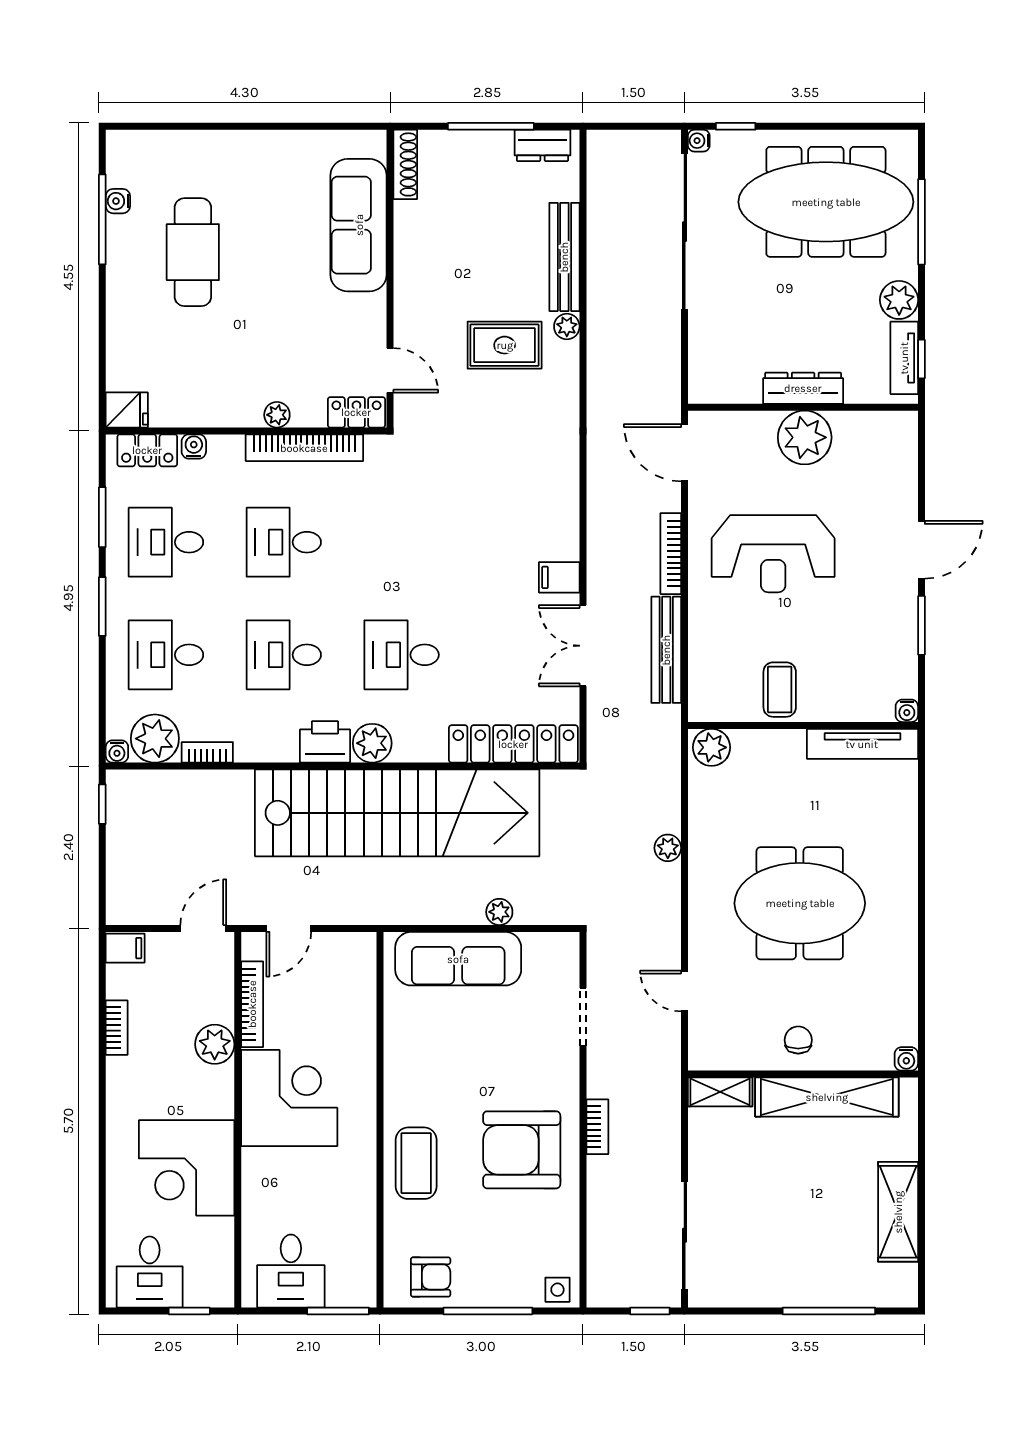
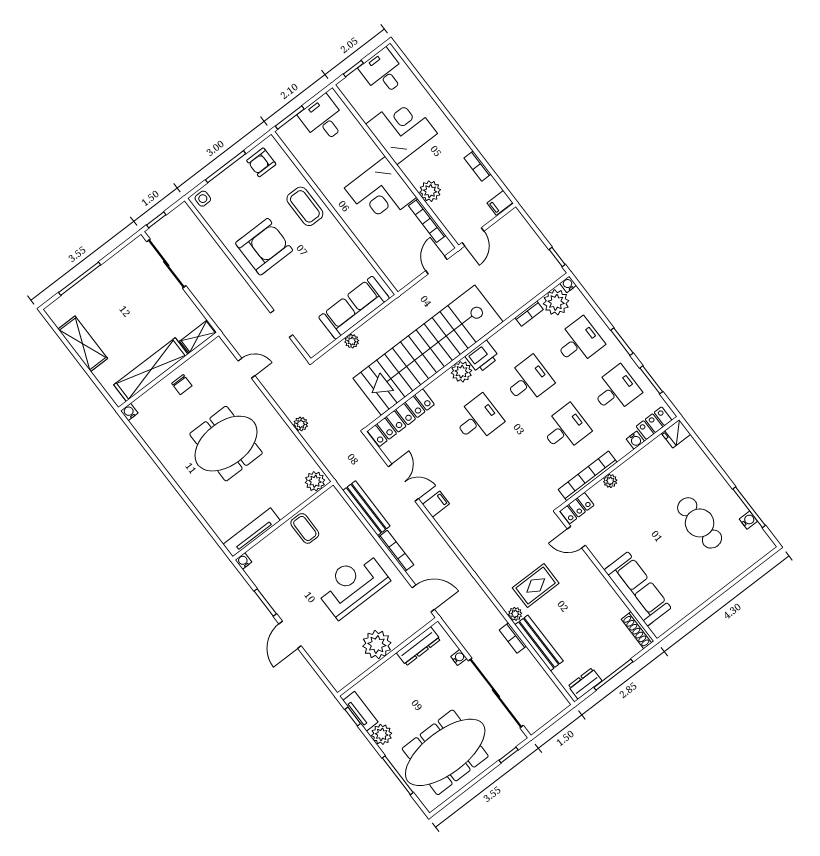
water cooler: (699, 141) -> (459, 657), moved
dresser: (803, 388) -> (418, 646), moved
bookcase: (597, 1127) -> (513, 638), moved

